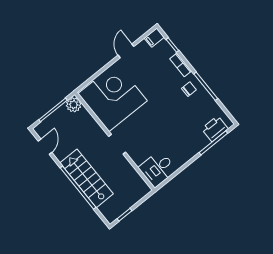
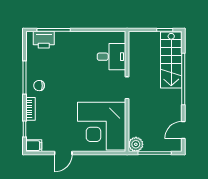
desk: (158, 169) -> (111, 57), moved
stairs: (87, 178) -> (171, 60), moved

